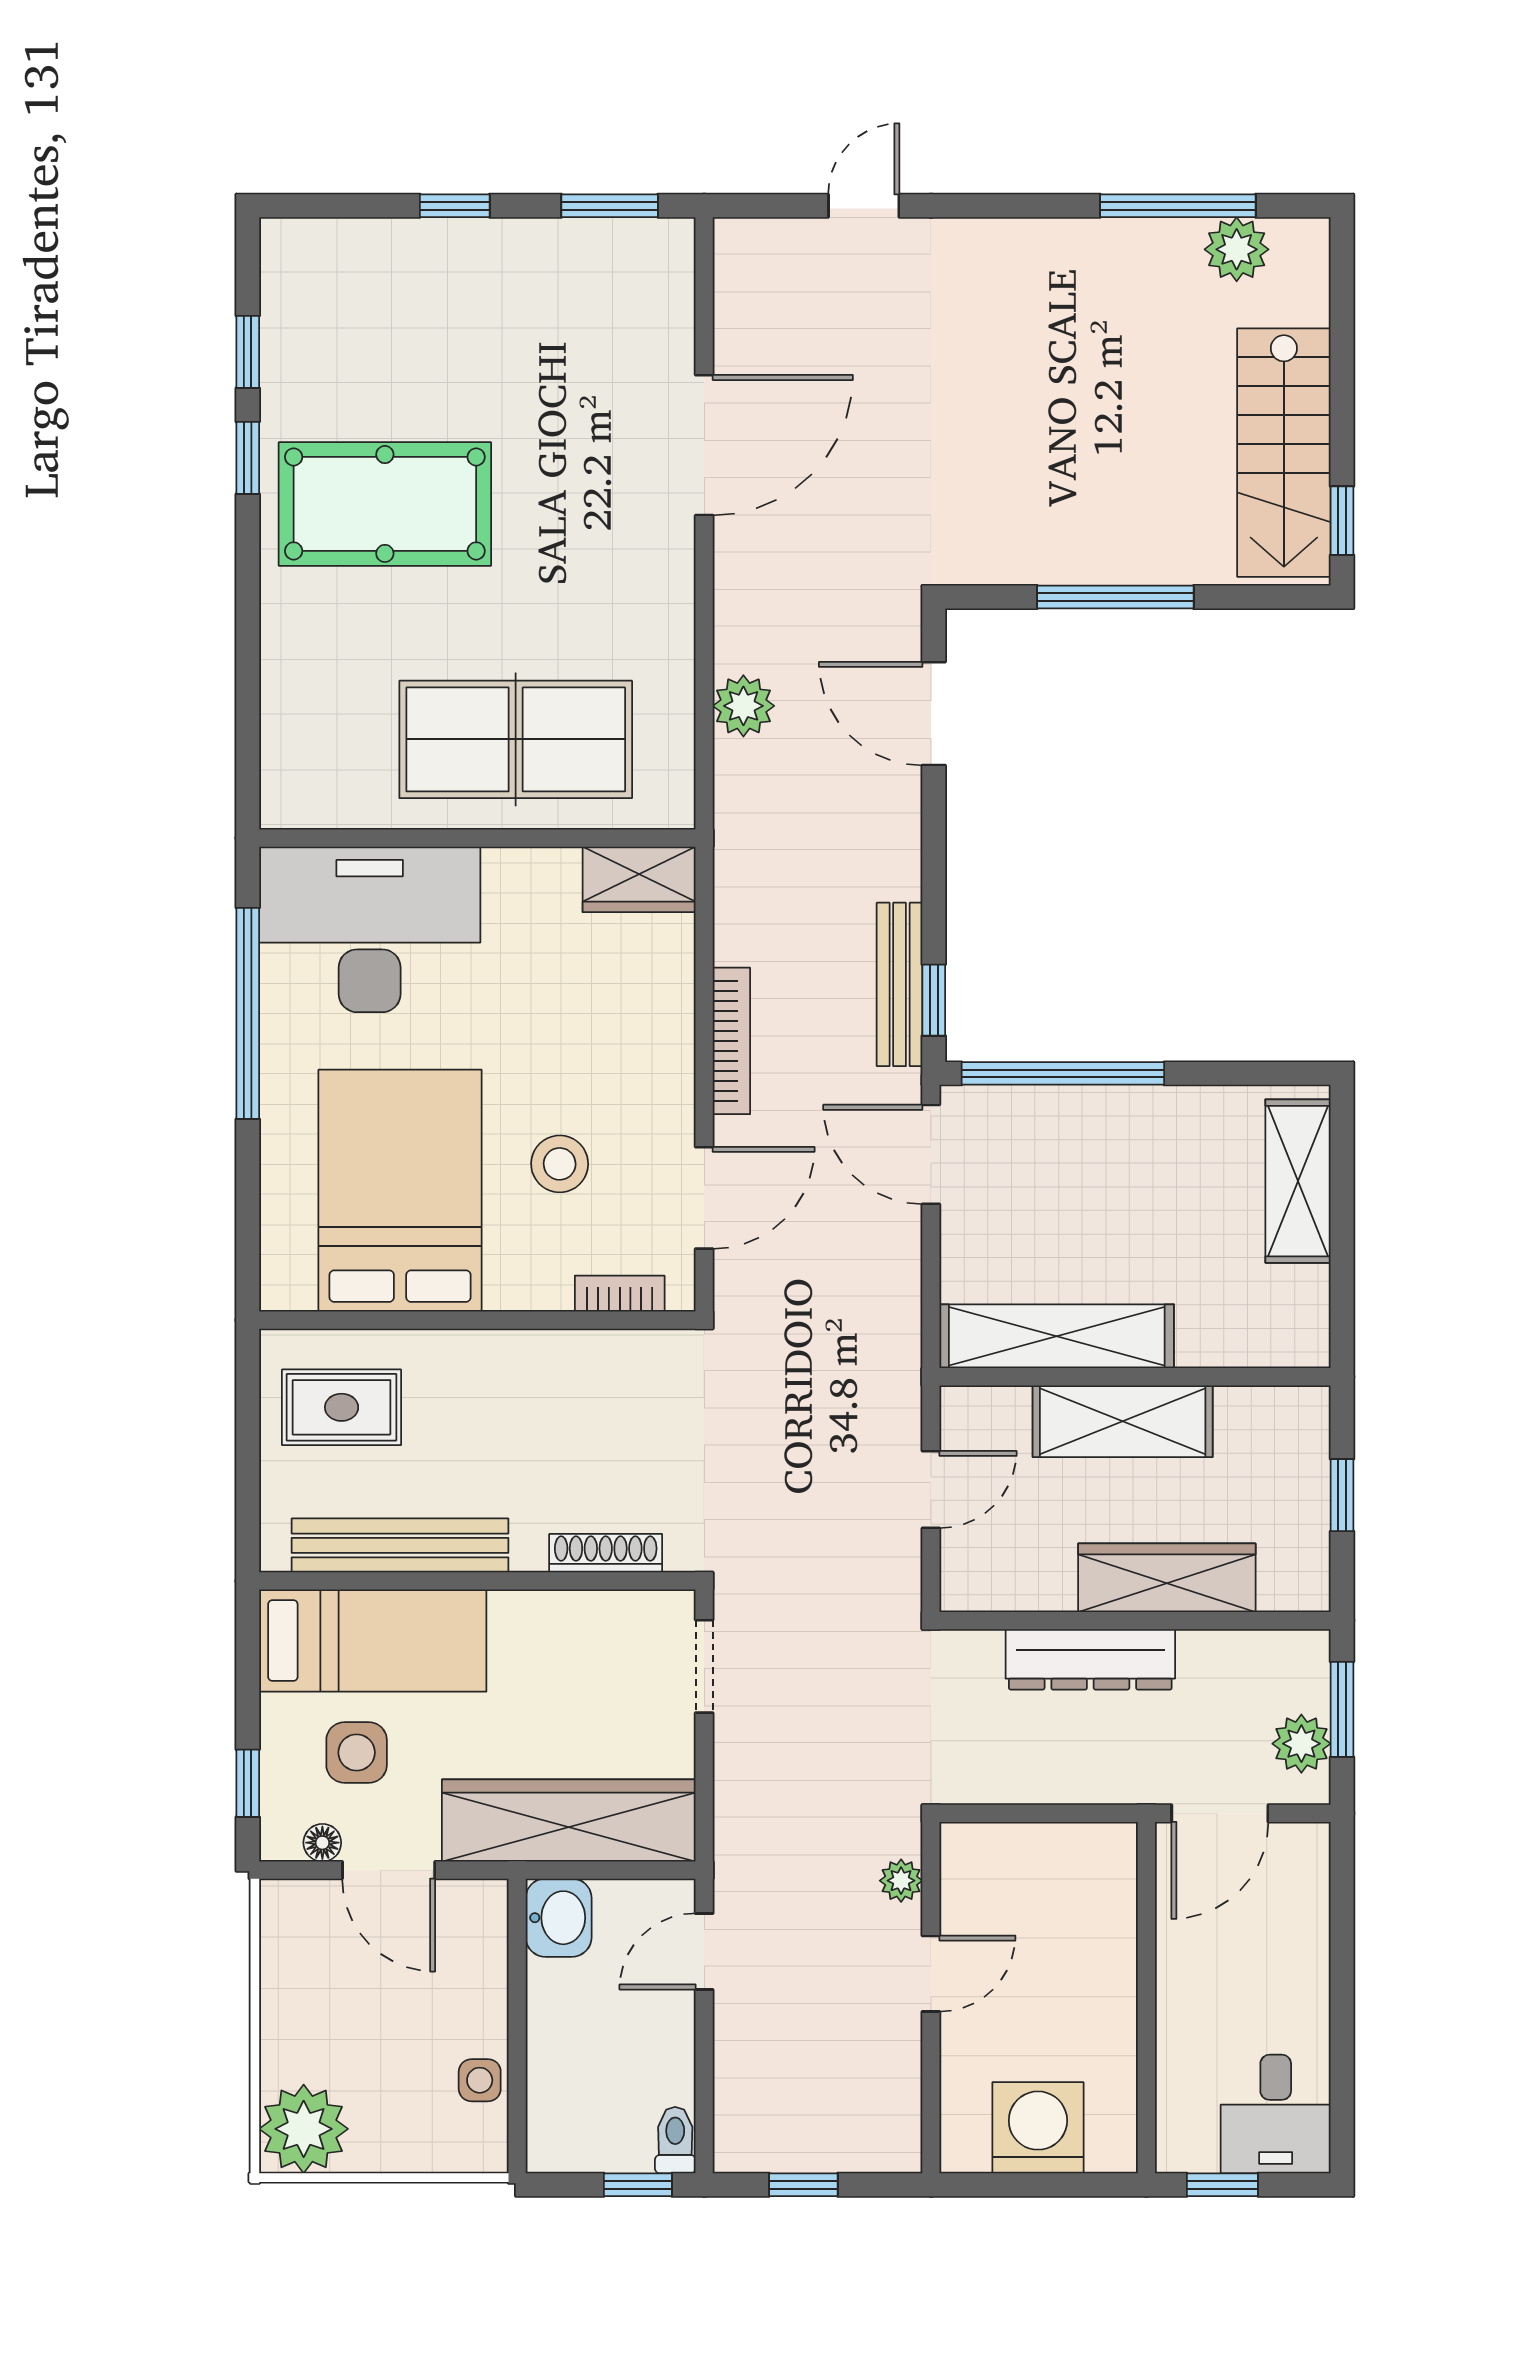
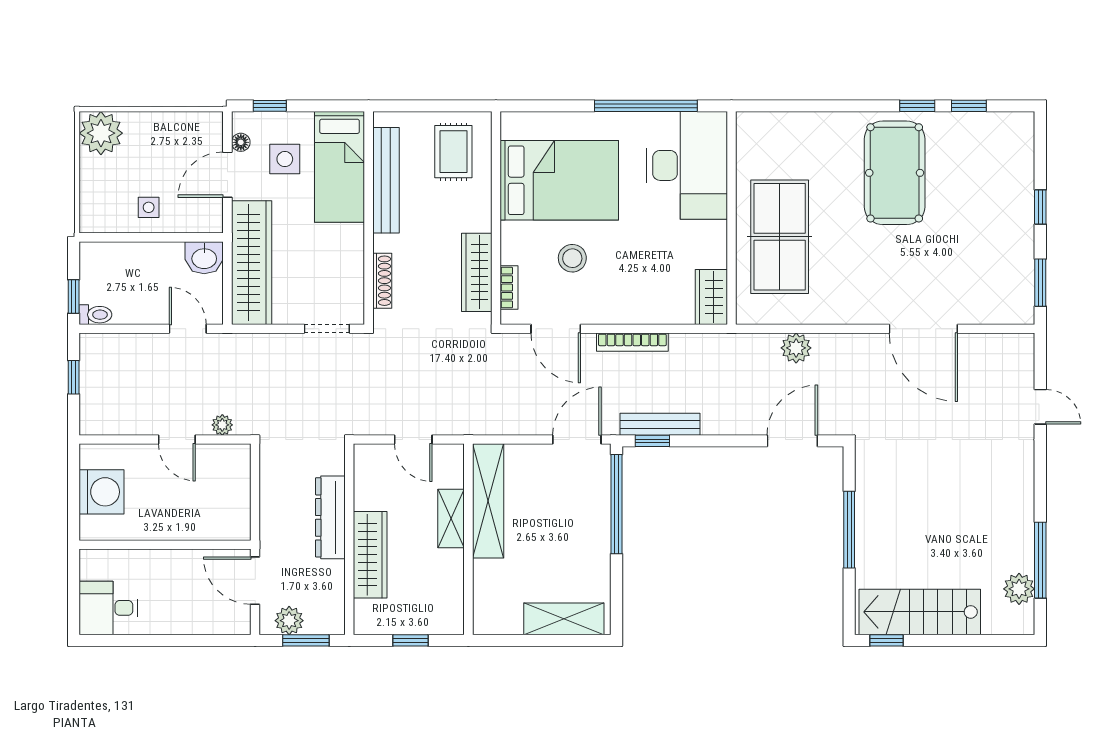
wardrobe: (589, 1360) -> (477, 272), added
shelving: (1123, 1421) -> (451, 519), width x0.67, depth x0.75
side table: (480, 2080) -> (149, 207), moved
window: (1222, 2185) -> (74, 582), removed

